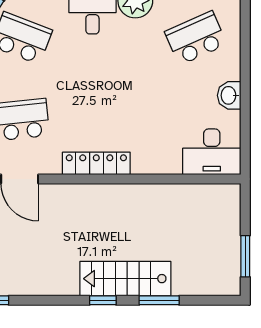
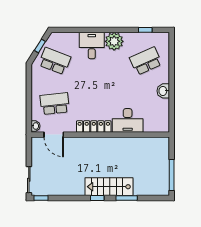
desk: (212, 152) -> (128, 120), moved
window: (245, 256) -> (172, 175), width x1.44

